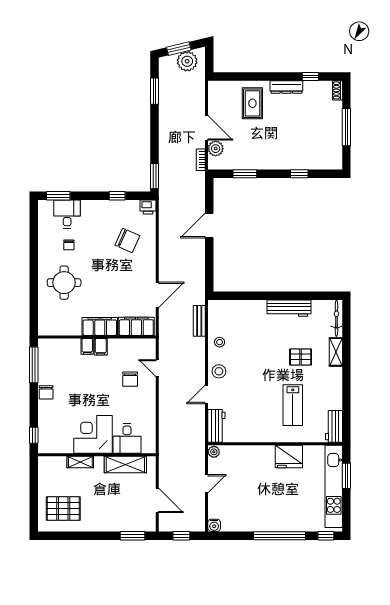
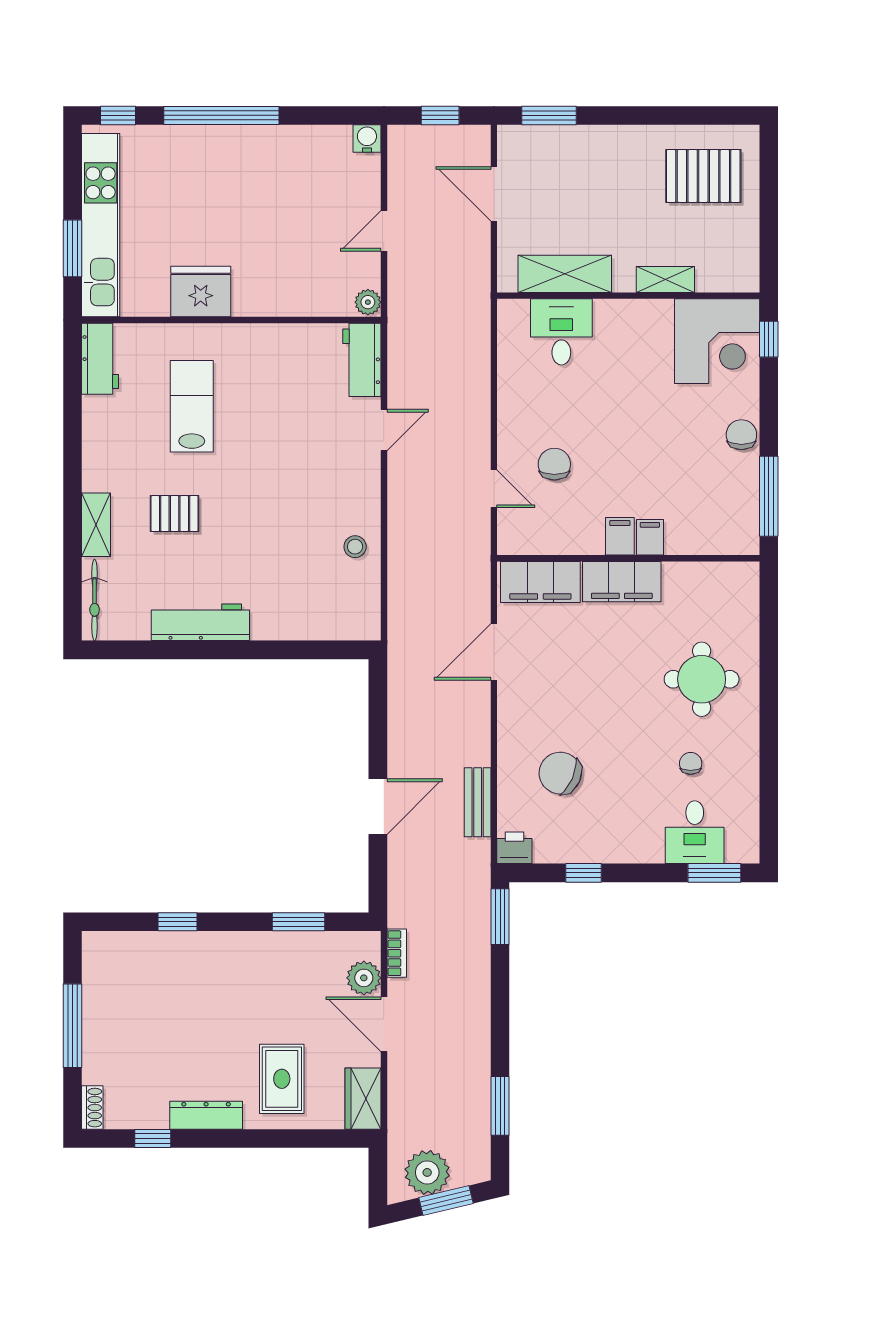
wardrobe: (216, 94) -> (363, 1099), added
bench: (199, 321) -> (478, 802), moved
stool: (219, 371) -> (356, 482), removed
corner desk: (93, 434) -> (717, 341), moved

